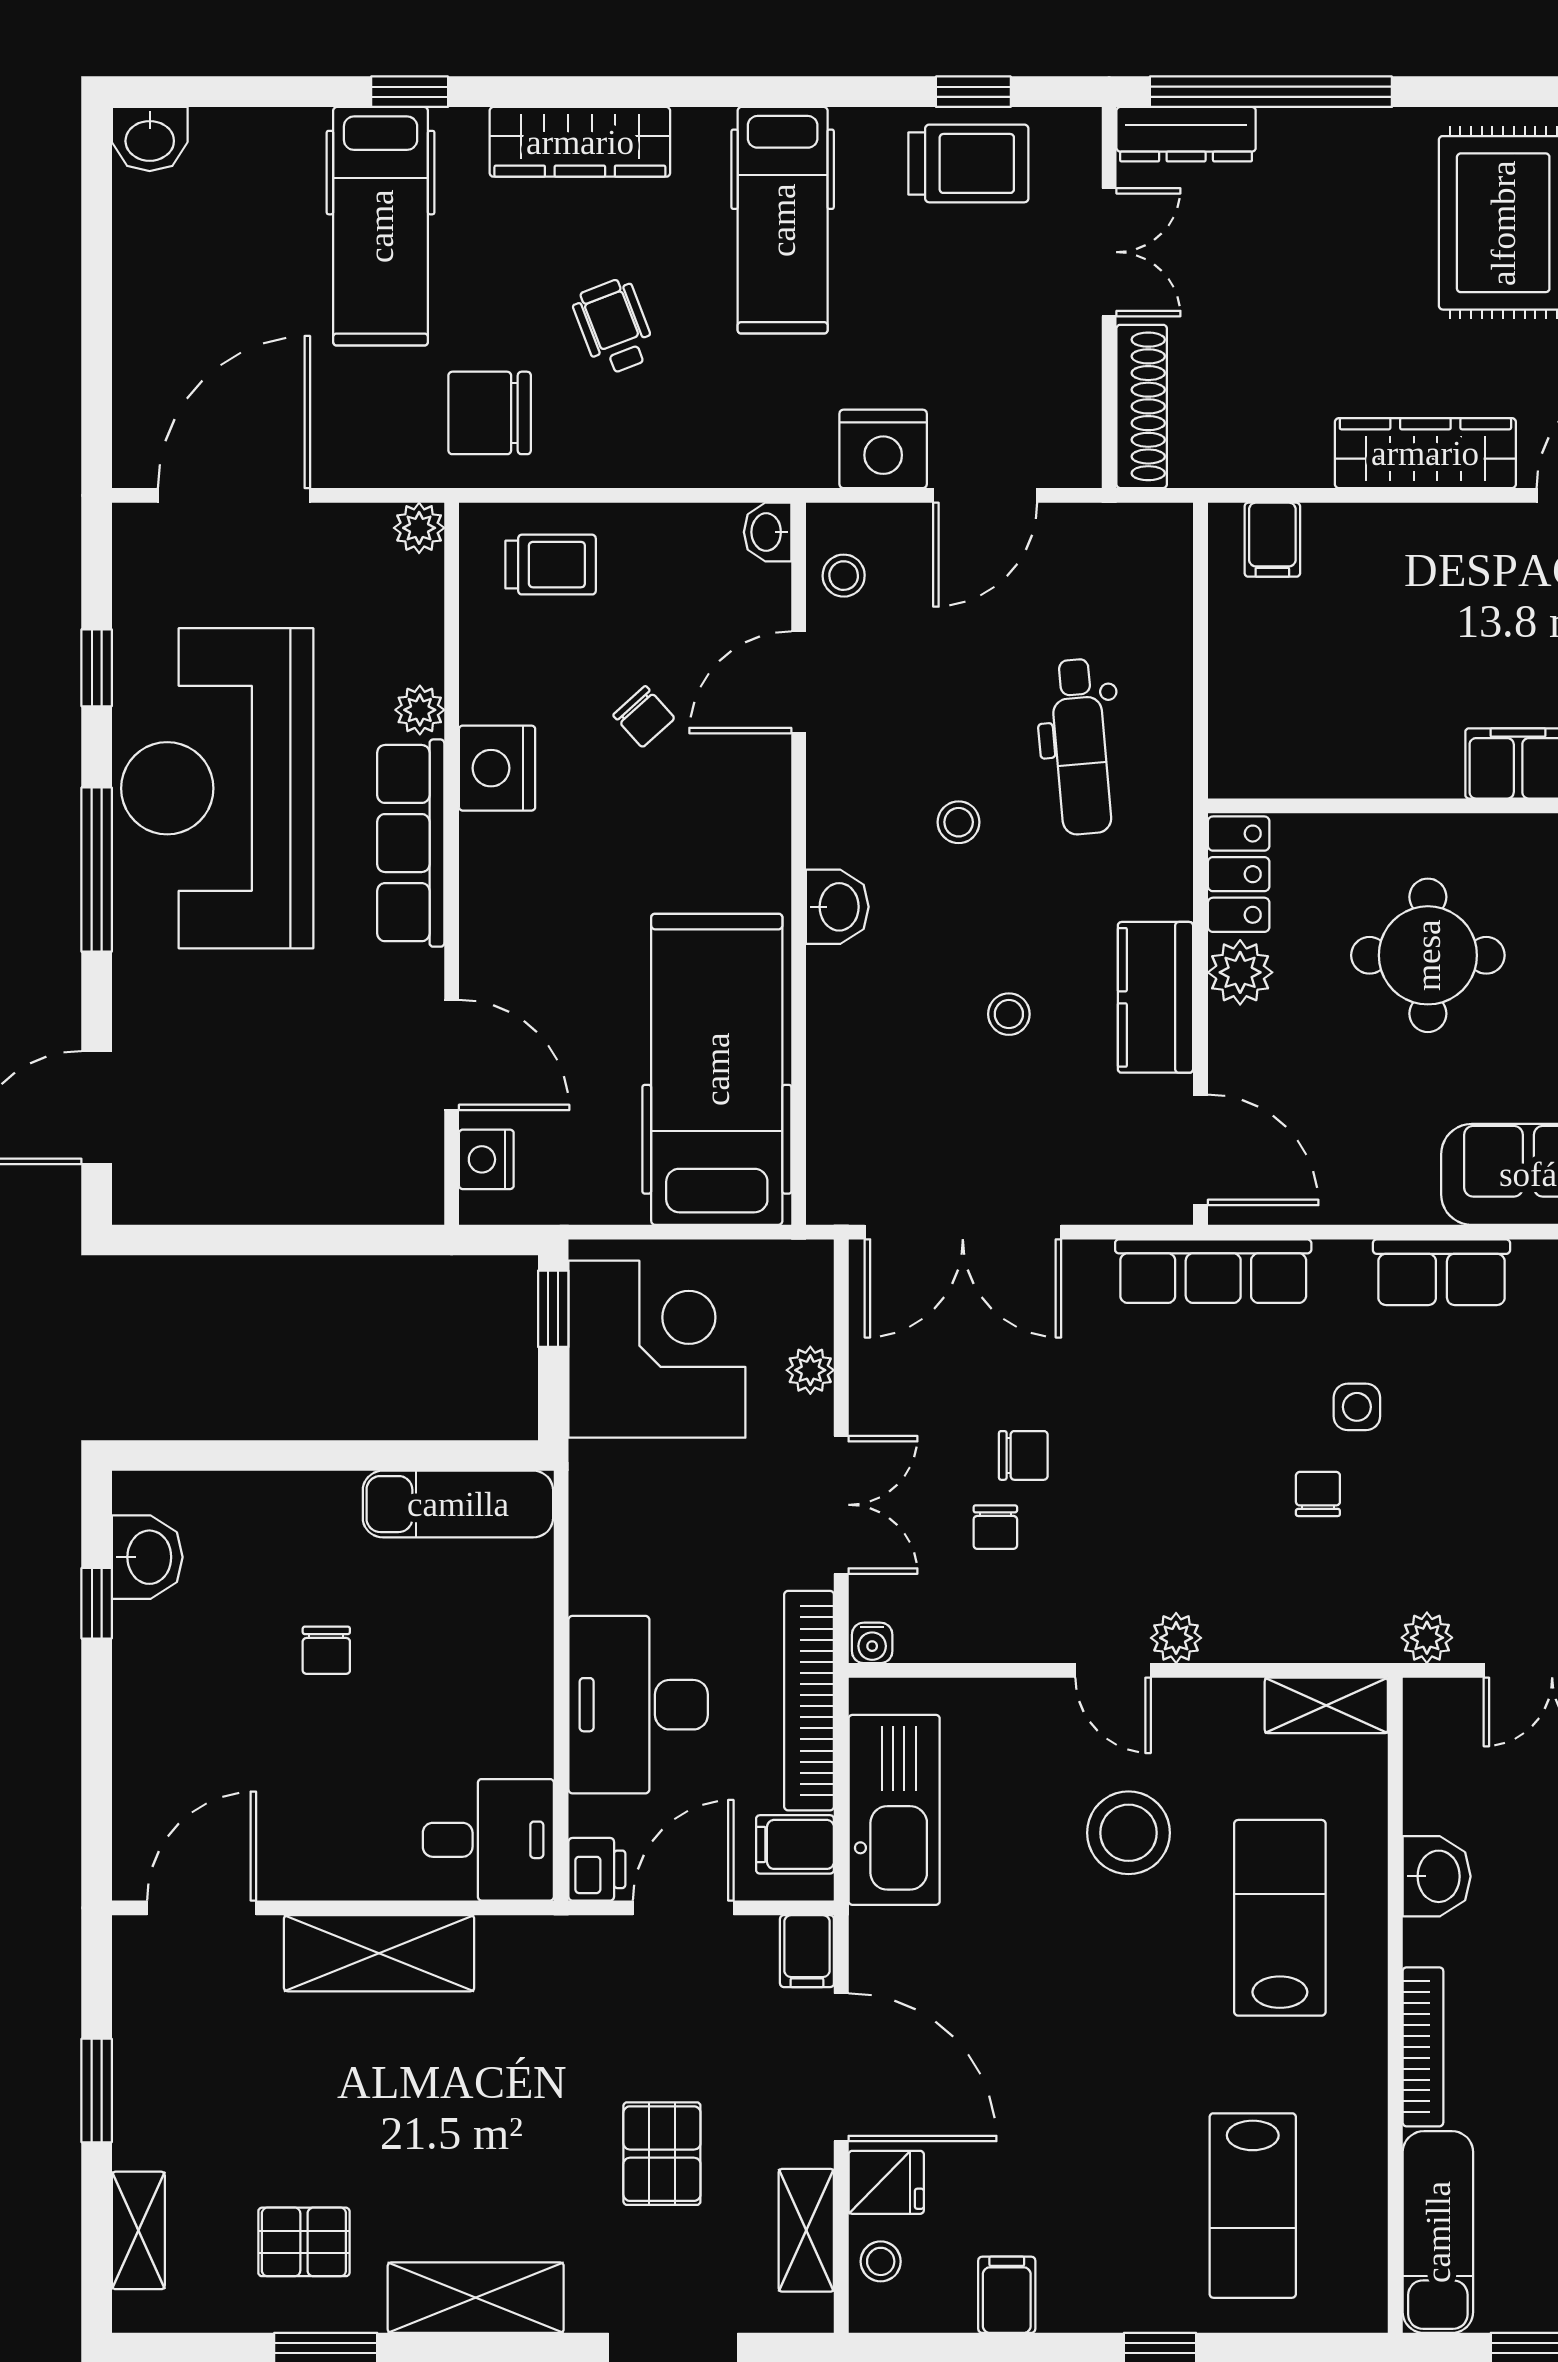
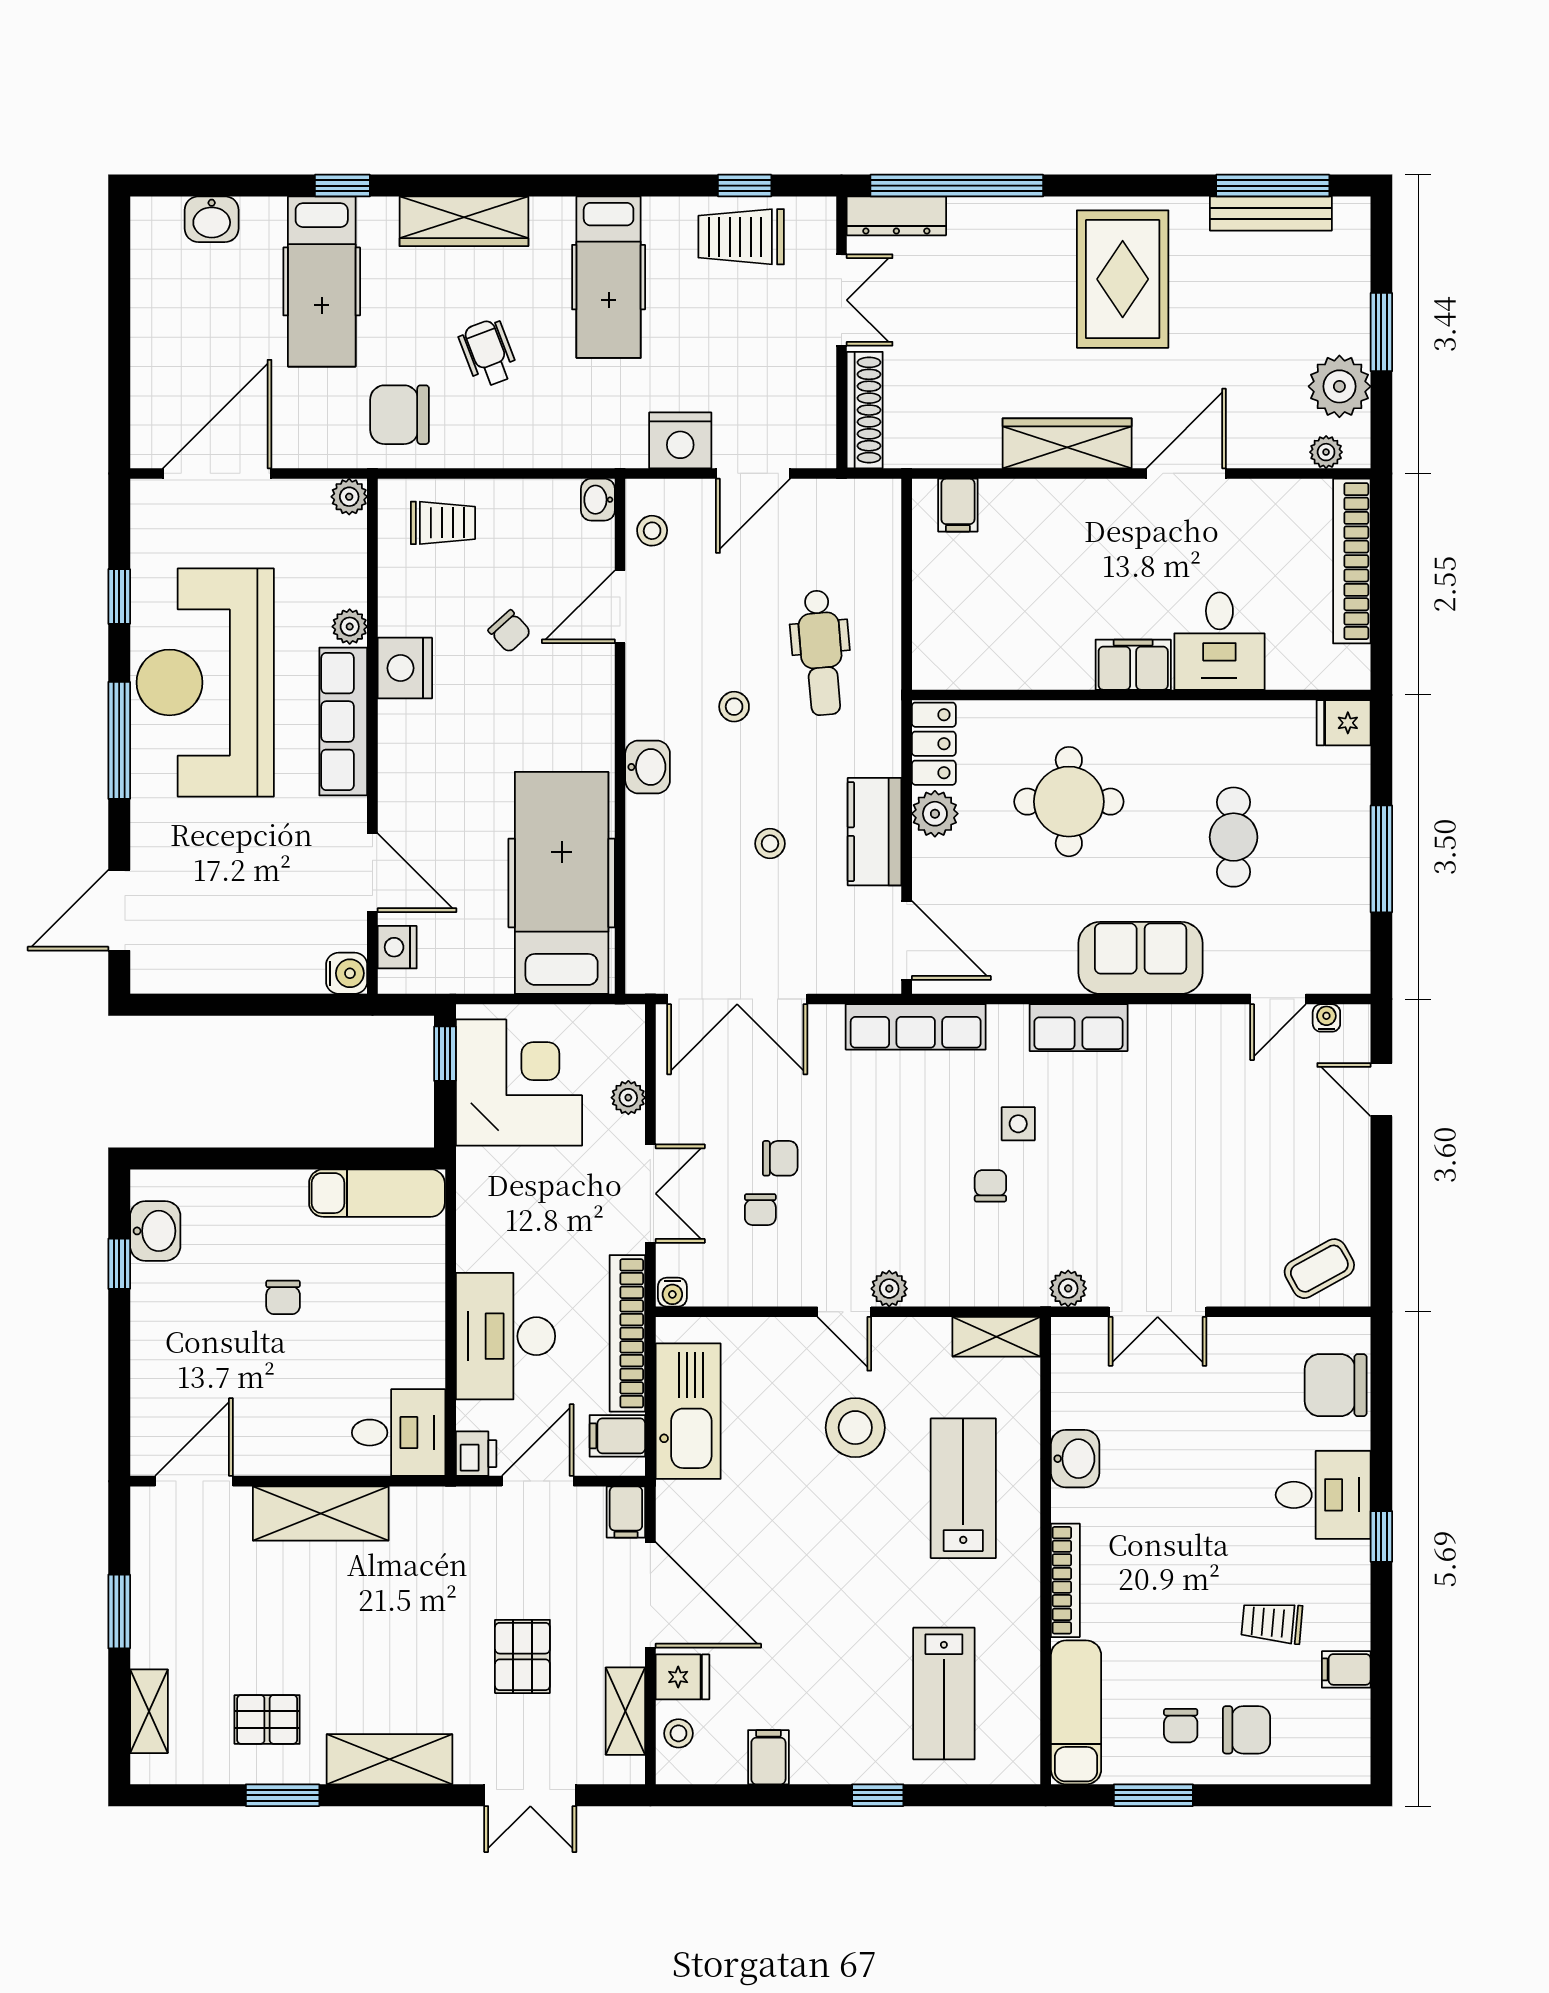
washbasin: (150, 139) -> (212, 219), moved
trolley: (968, 163) -> (741, 237), turned 180
water cooler: (415, 1196) -> (347, 973), added

